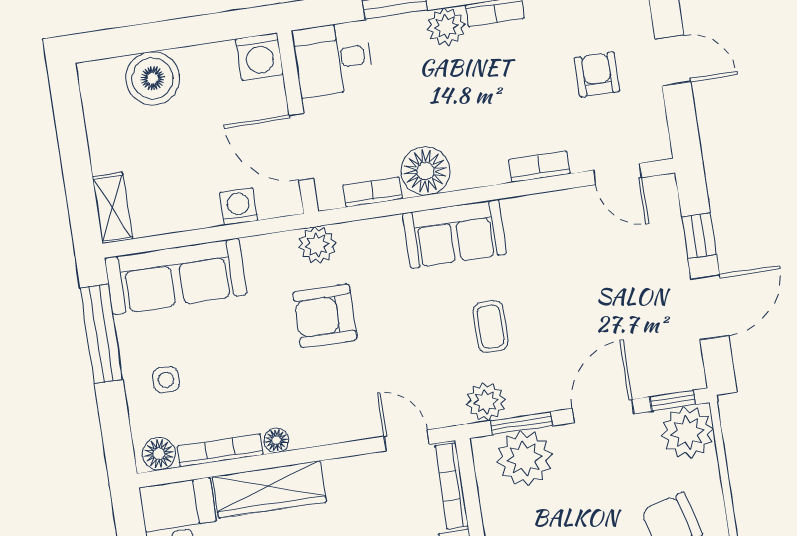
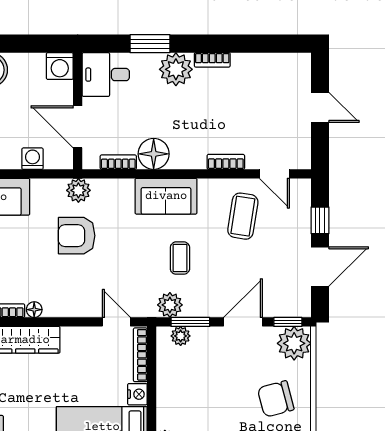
plant: (446, 27) -> (176, 69), width x1.36, depth x1.36
armchair: (597, 74) -> (271, 109), removed
coffee table: (578, 247) -> (243, 216), added
plant: (524, 458) -> (181, 336), width x0.53, depth x0.53

